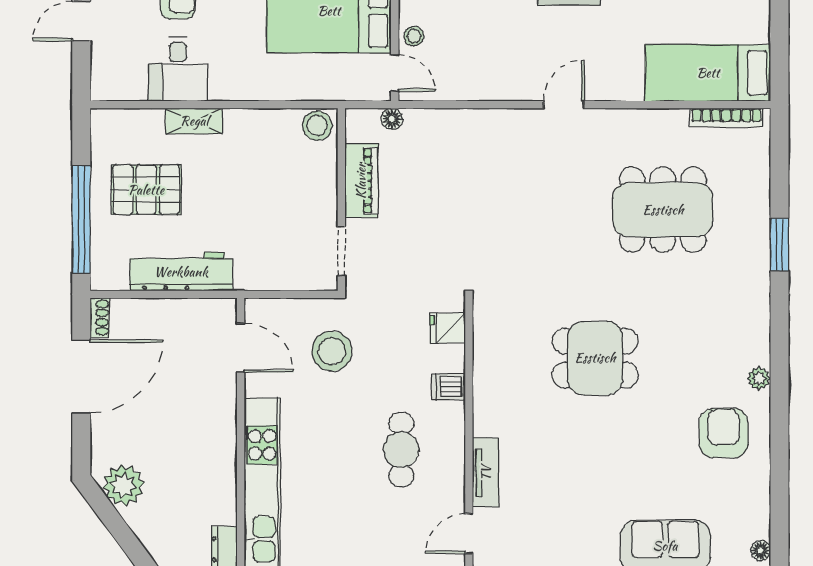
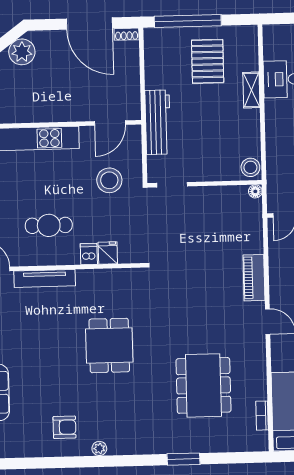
bookcase: (726, 118) -> (262, 416), width x0.64
floor lamp: (392, 119) -> (255, 191), moved
piano: (361, 181) -> (254, 278), moved, turned 90
workbench: (181, 272) -> (158, 122), moved
fridge: (448, 328) -> (108, 253), moved
armchair: (724, 433) -> (64, 427), width x0.72, depth x0.72
tv unit: (486, 473) -> (45, 278), width x1.41

